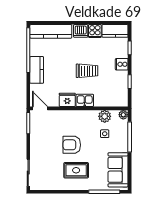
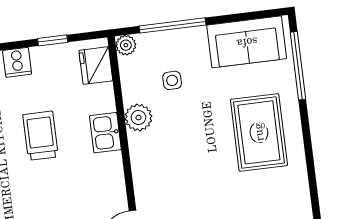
fridge: (67, 100) -> (96, 66), moved
plant: (105, 116) -> (138, 118), moved
armchair: (72, 145) -> (205, 149), removed
rug: (76, 170) -> (259, 132), width x1.36, depth x1.43

